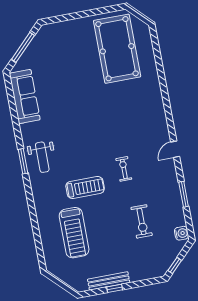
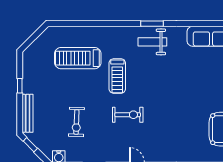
exercise bike: (124, 169) -> (128, 115), width x1.38, depth x1.39
exercise bike: (142, 221) -> (76, 122), turned -88
bench: (109, 281) -> (28, 113), moved

